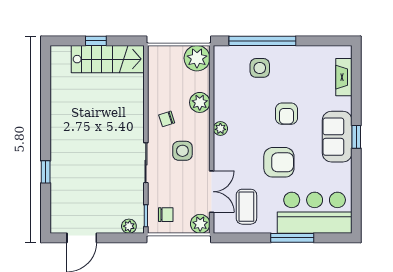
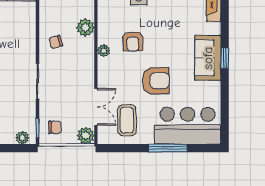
armchair: (287, 114) -> (133, 41), moved
side table: (182, 151) -> (70, 70), removed

